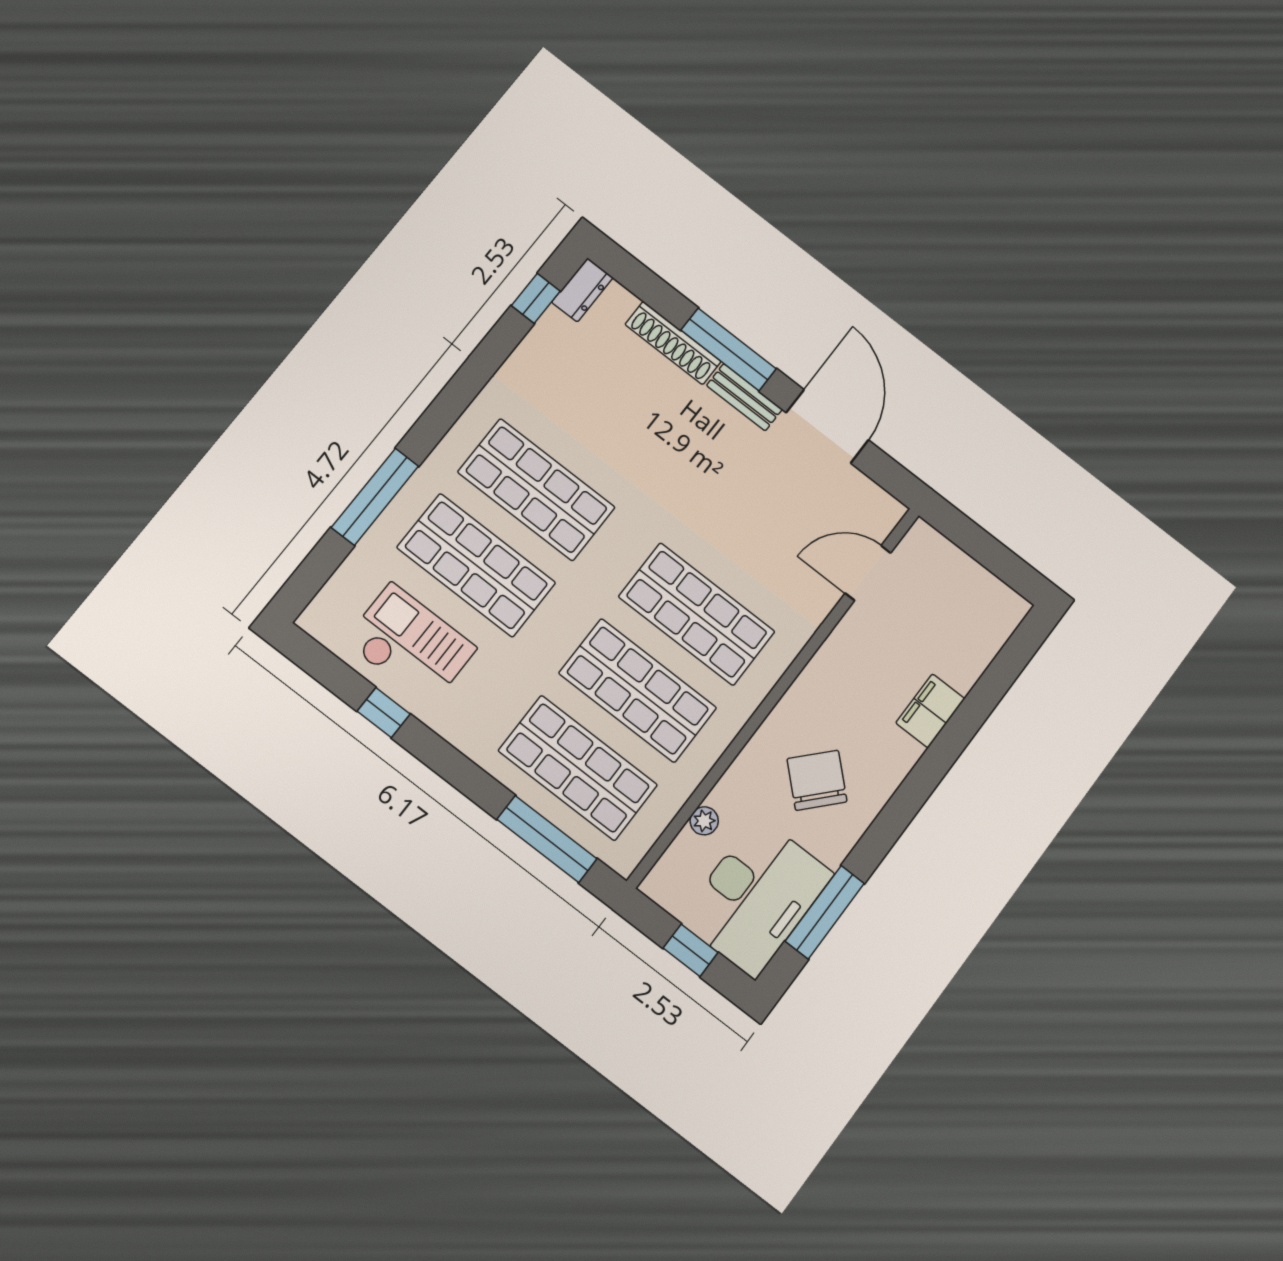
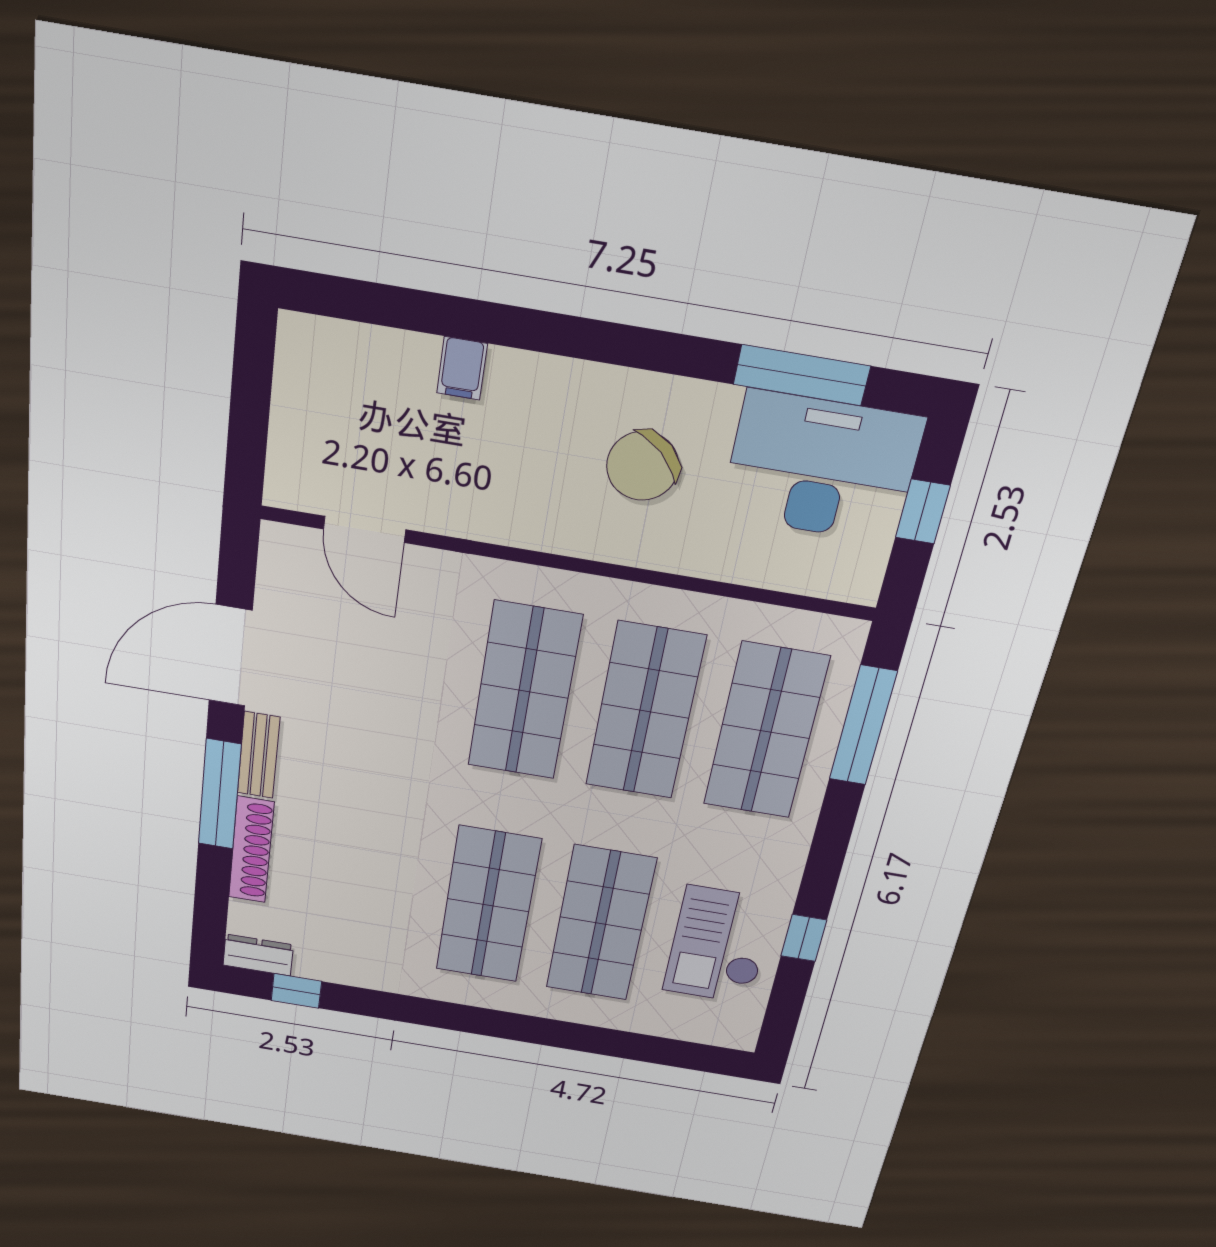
window: (375, 497) -> (586, 1039), removed
filing cabinet: (930, 711) -> (462, 368), width x0.50
plant: (704, 821) -> (758, 571), removed

